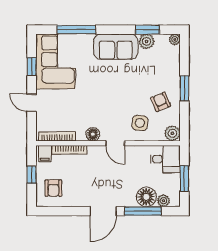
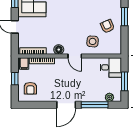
plant: (172, 133) -> (116, 49), removed
floor lamp: (146, 197) -> (97, 95), removed

